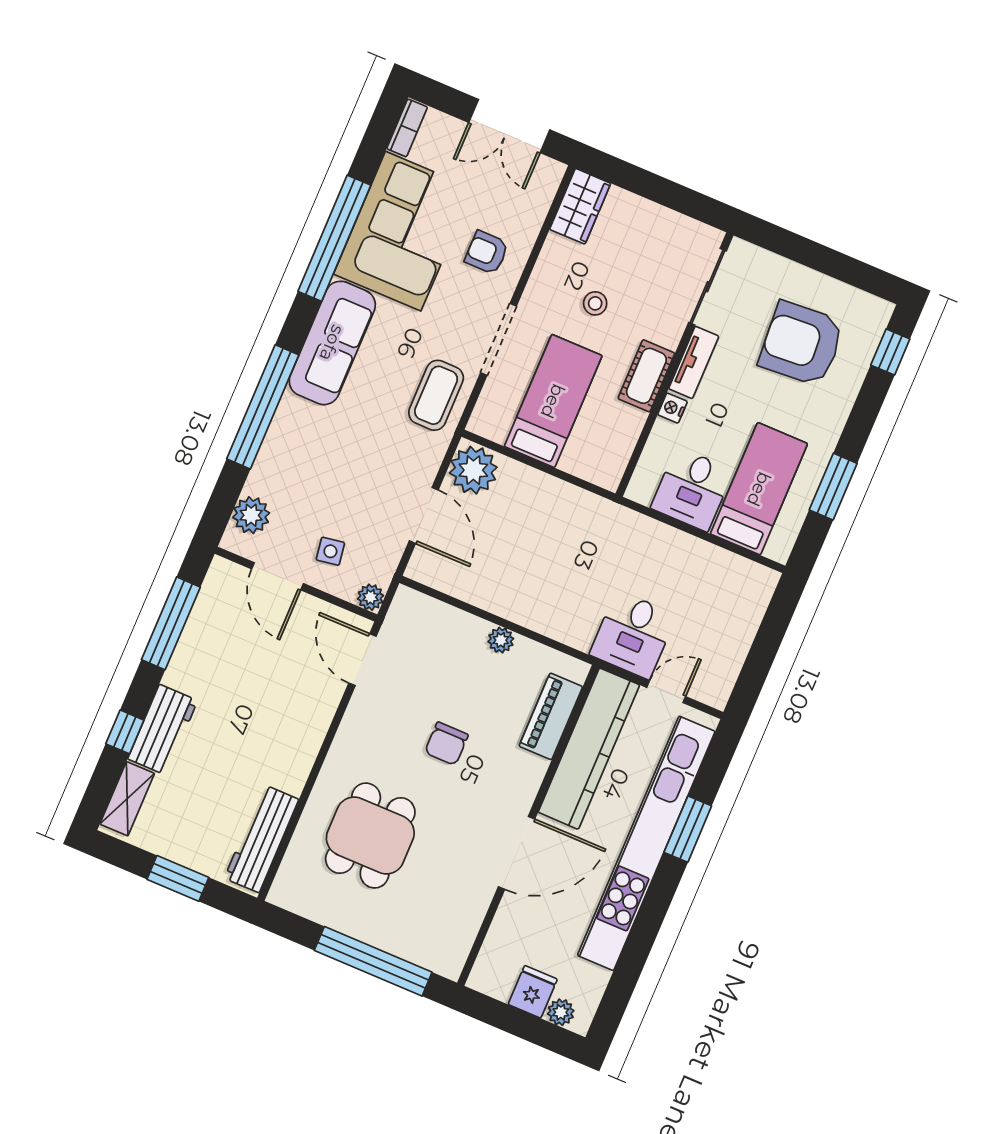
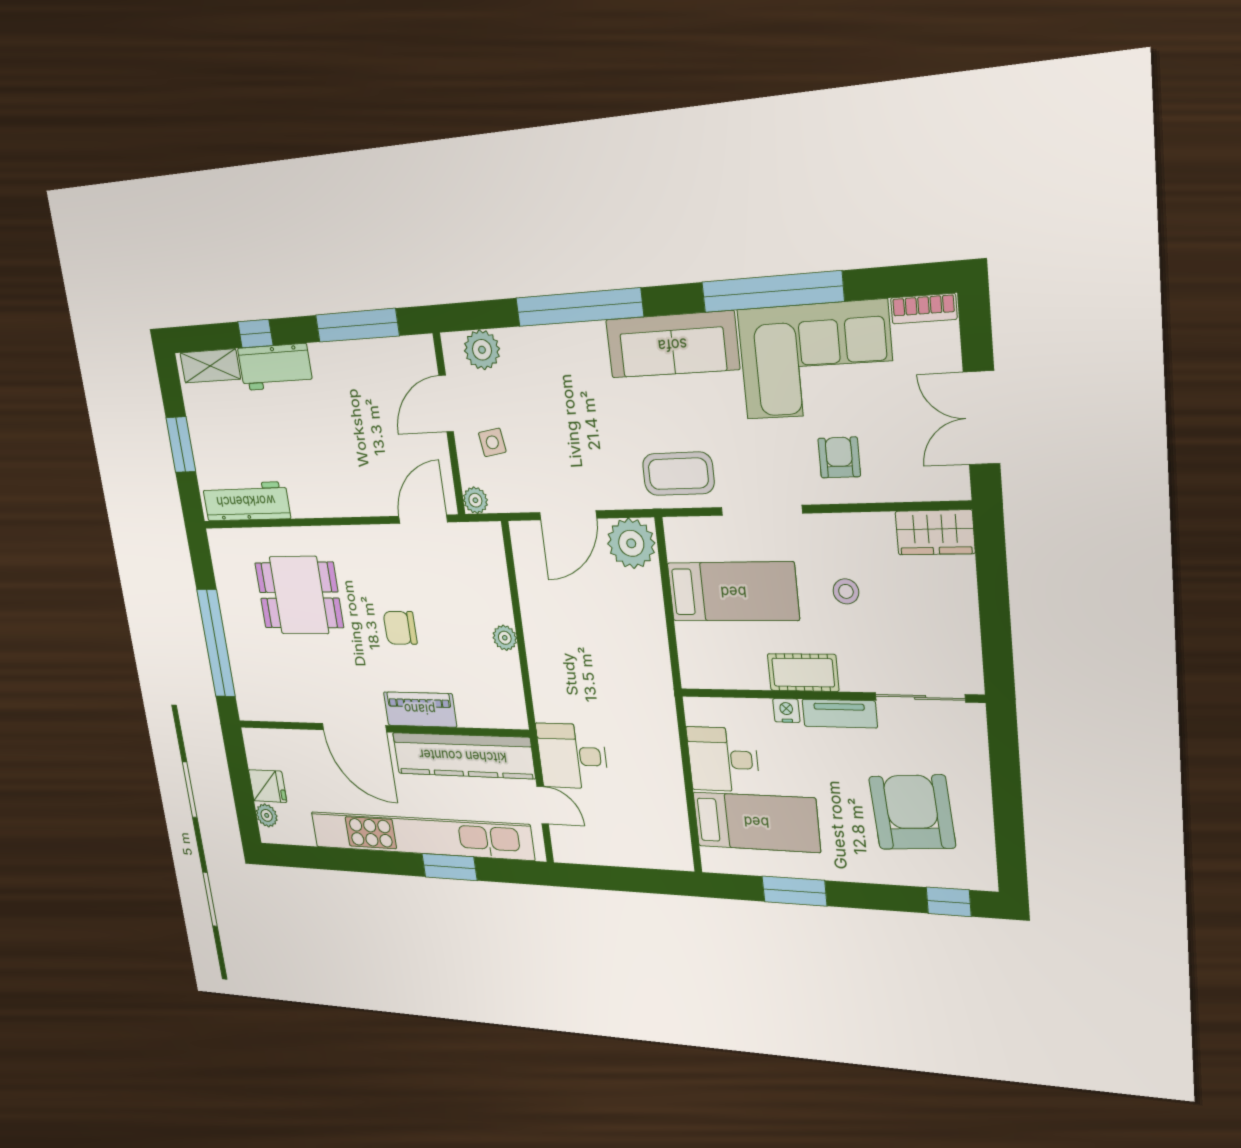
piano: (551, 716) -> (420, 709), moved

